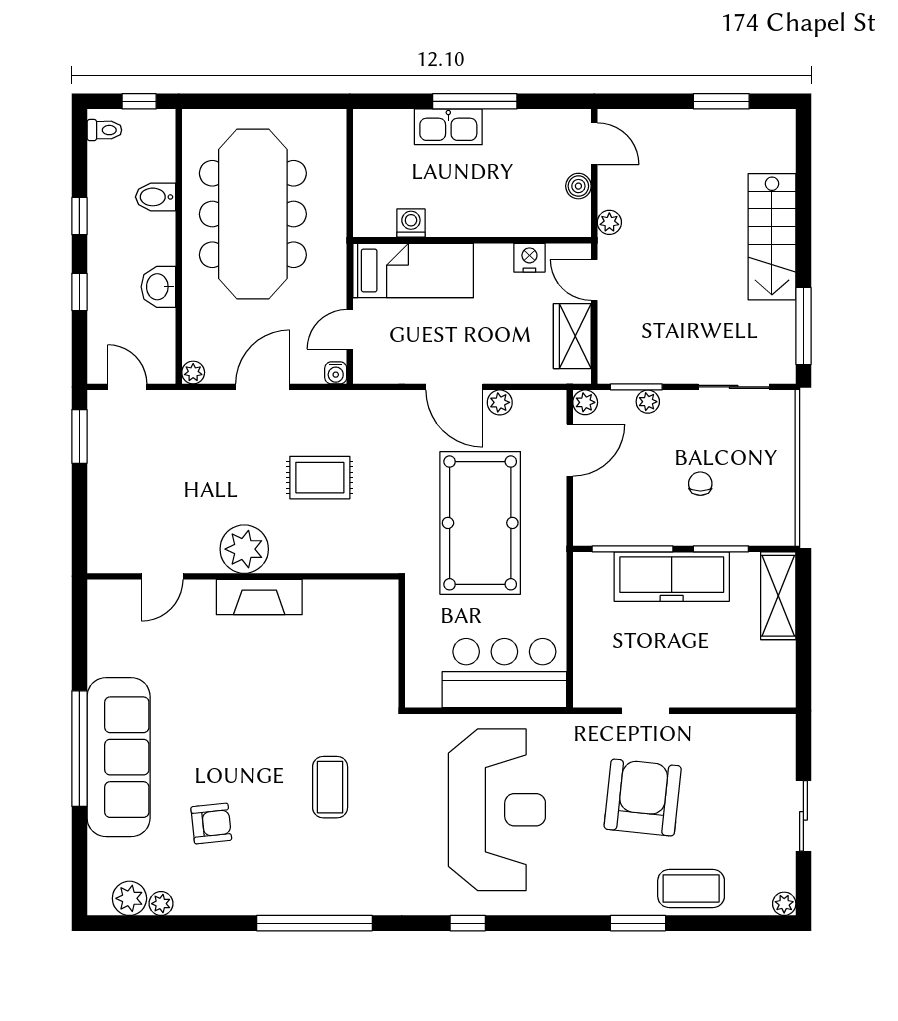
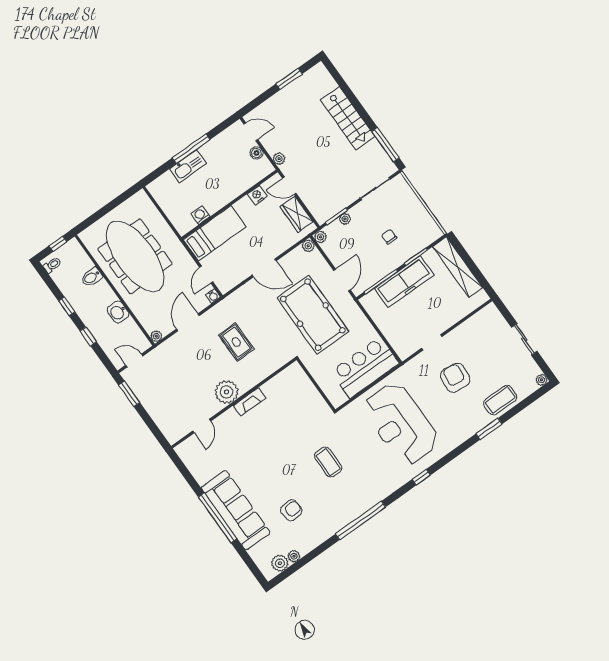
plant: (500, 402) -> (308, 246), moved
door: (570, 450) -> (342, 280), moved
rug: (320, 478) -> (236, 342), turned 90
shelving: (778, 596) -> (458, 267), width x1.47
fireplace: (259, 597) -> (249, 402), width x0.73, depth x0.76
armchair: (643, 798) -> (455, 378), width x0.73, depth x0.73
reception desk: (497, 810) -> (401, 424), turned 180

